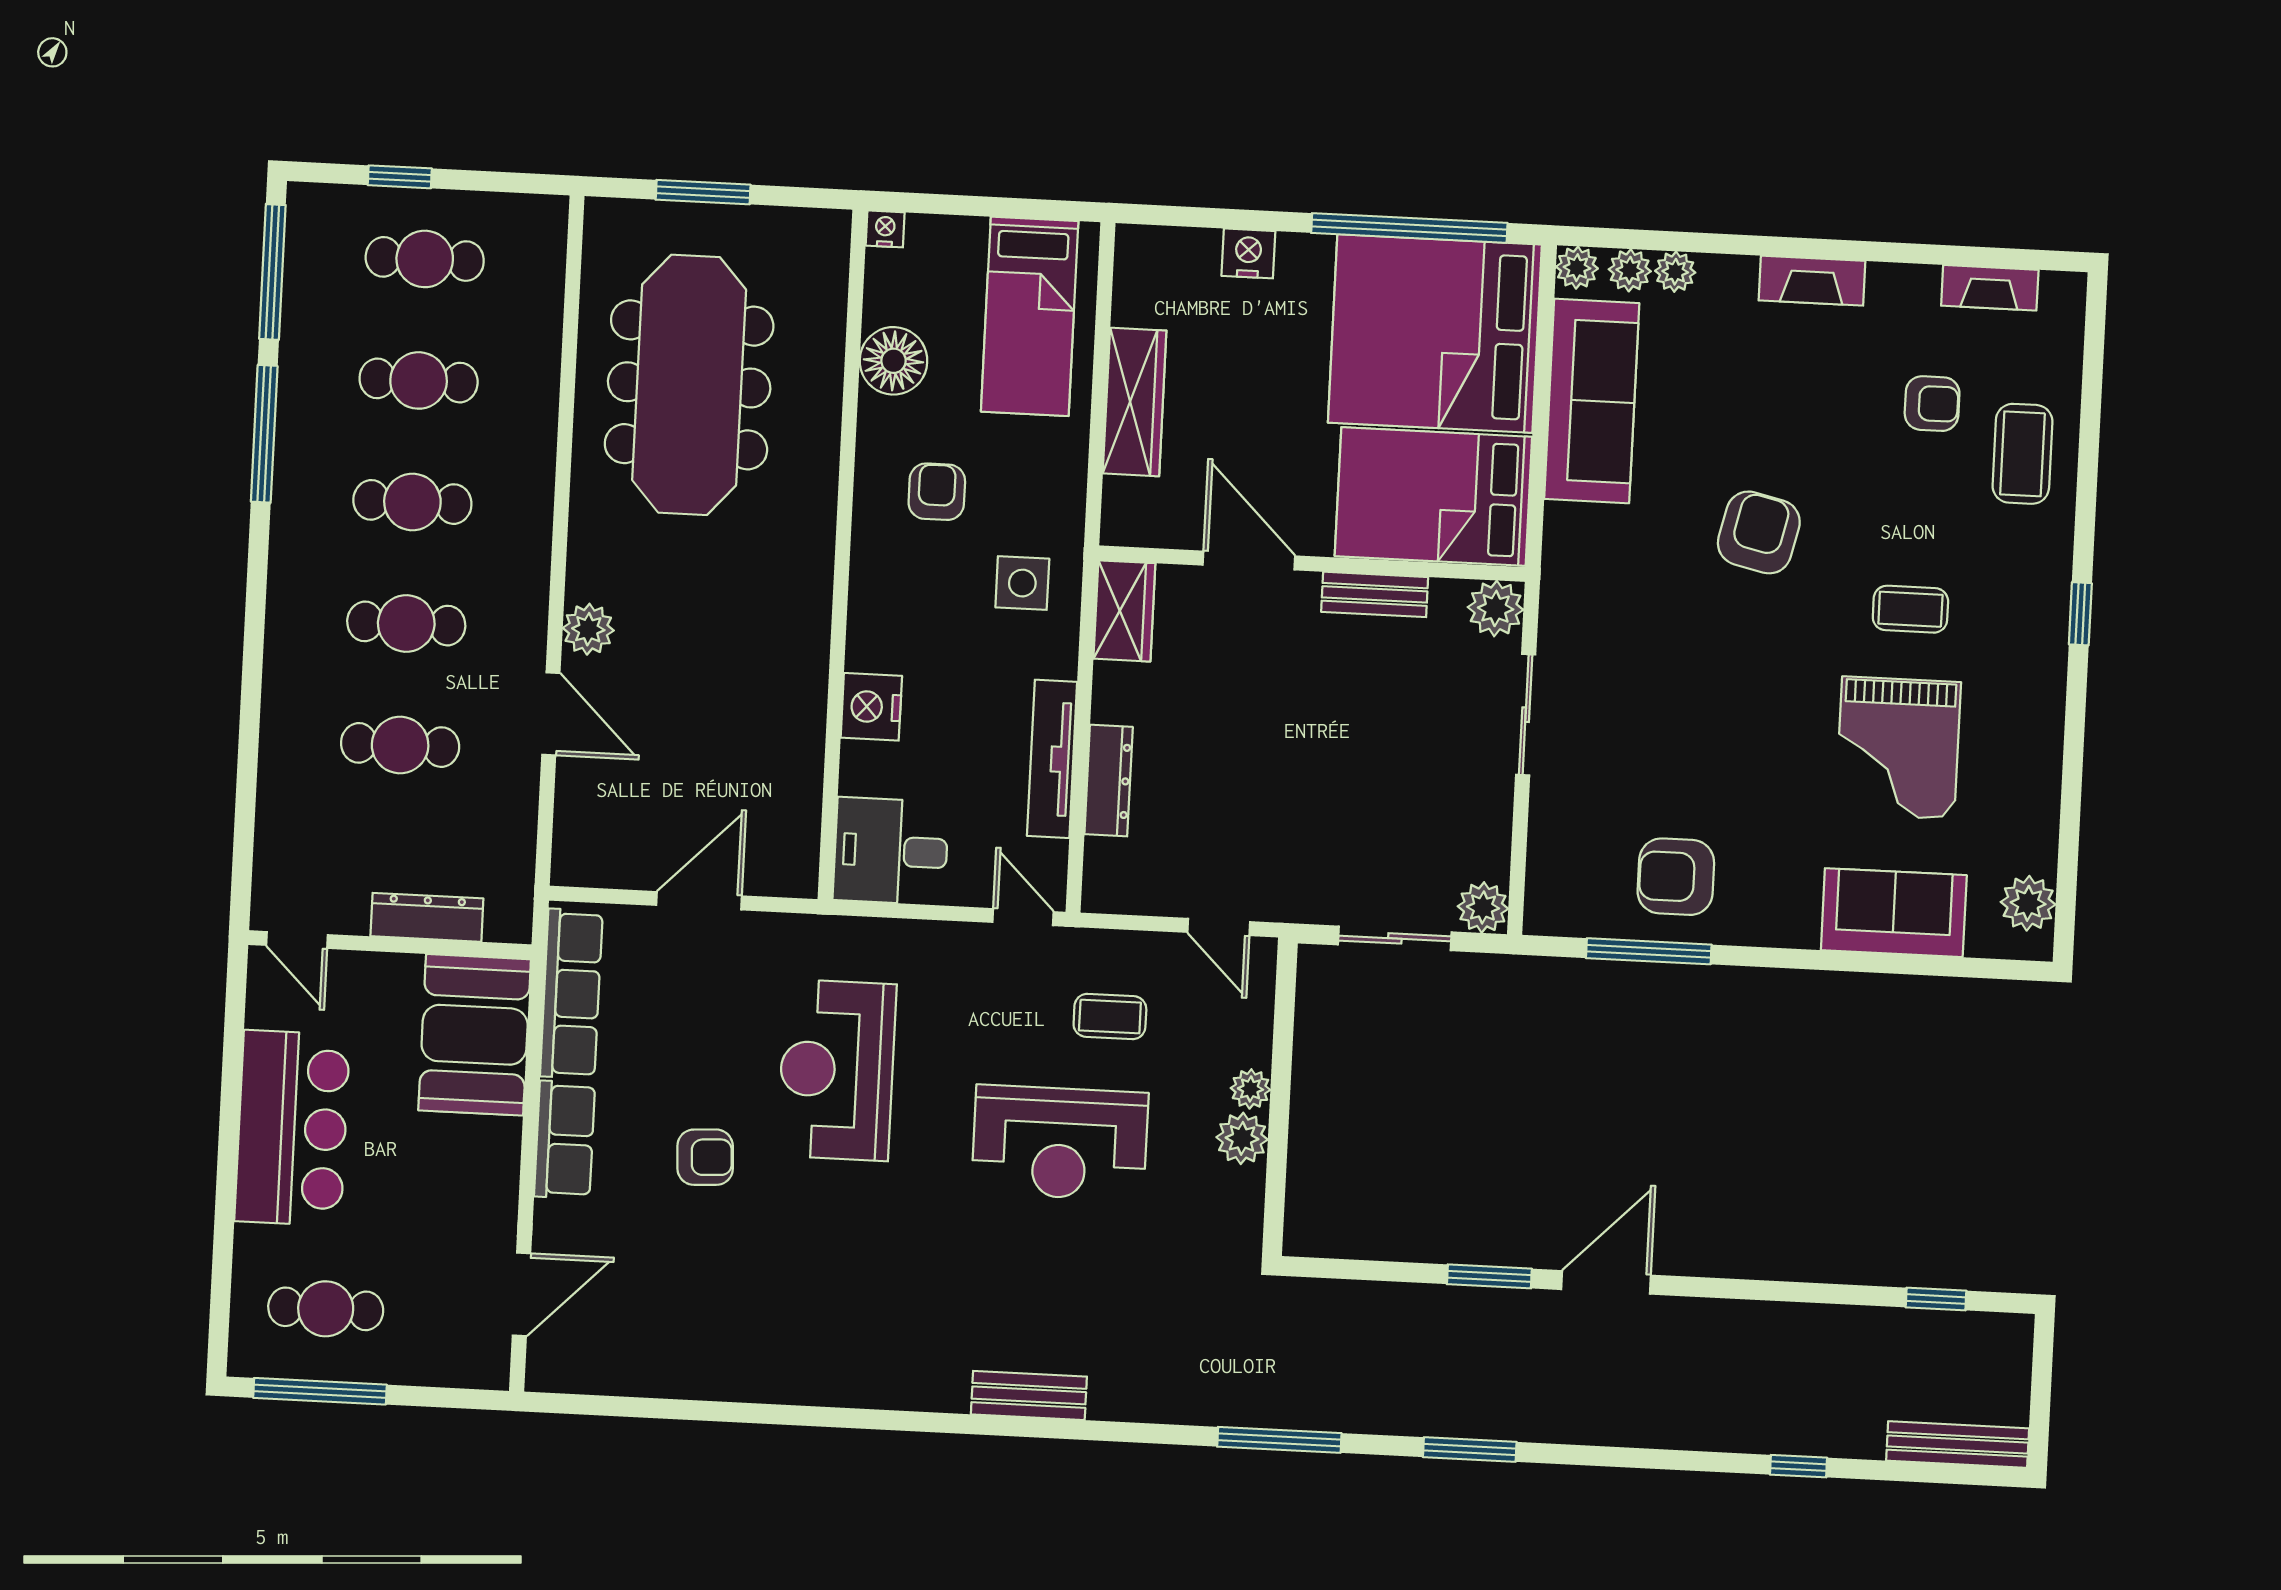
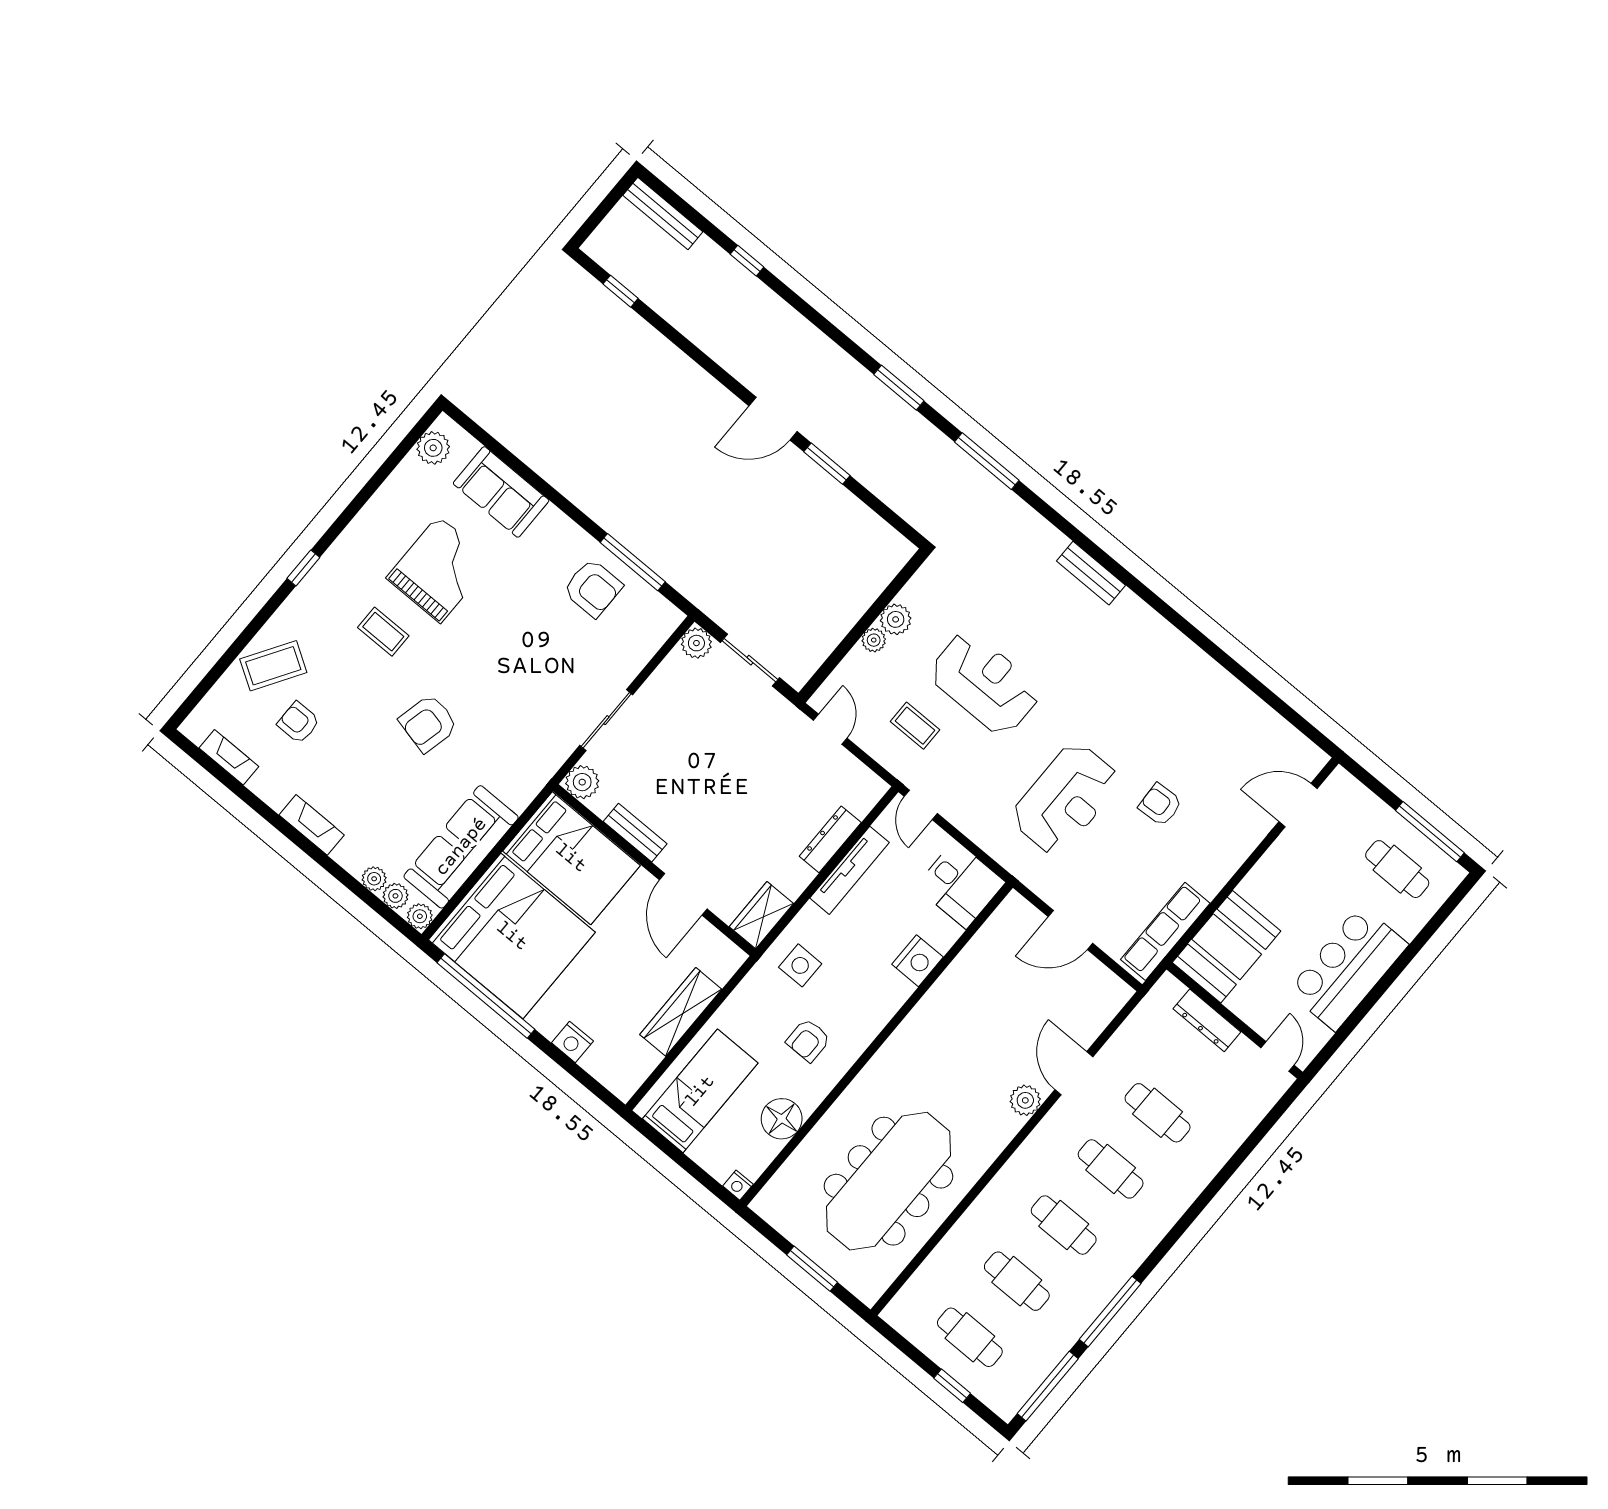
coffee table: (2022, 454) -> (273, 666), turned 32
row of seats: (565, 1140) -> (1221, 864), removed

